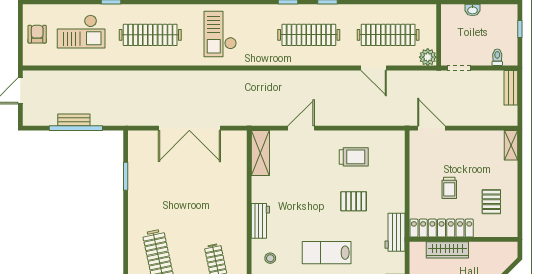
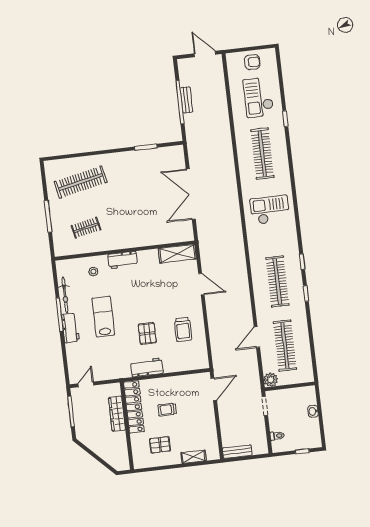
bench: (511, 88) -> (237, 452), moved
shelving: (511, 145) -> (194, 457), moved
workbench: (395, 232) -> (147, 367), moved

